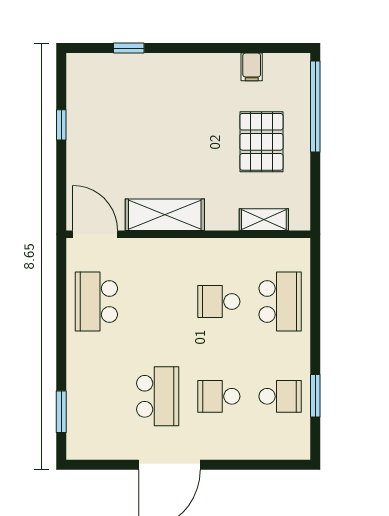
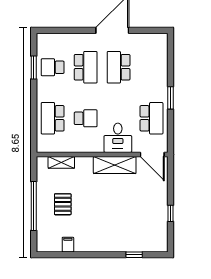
window: (315, 107) -> (34, 206), moved
pallet: (261, 142) -> (63, 204), width x0.67, depth x0.71
desk: (159, 265) -> (118, 138), added
school desk: (219, 396) -> (86, 67), width x1.85
window: (61, 412) -> (170, 98), moved

